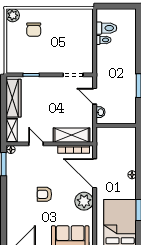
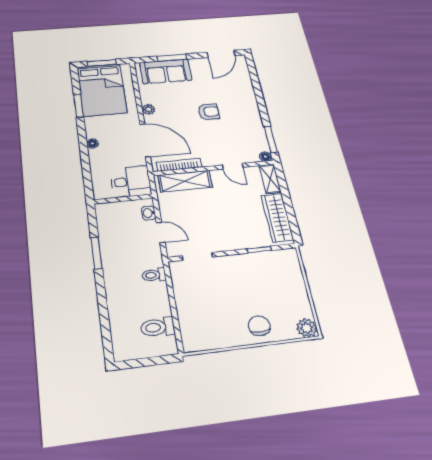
chair: (34, 30) -> (259, 326), moved
toilet: (103, 40) -> (154, 275), moved
desk: (109, 139) -> (131, 182), added
plant: (84, 201) -> (148, 109), width x0.53, depth x0.53

